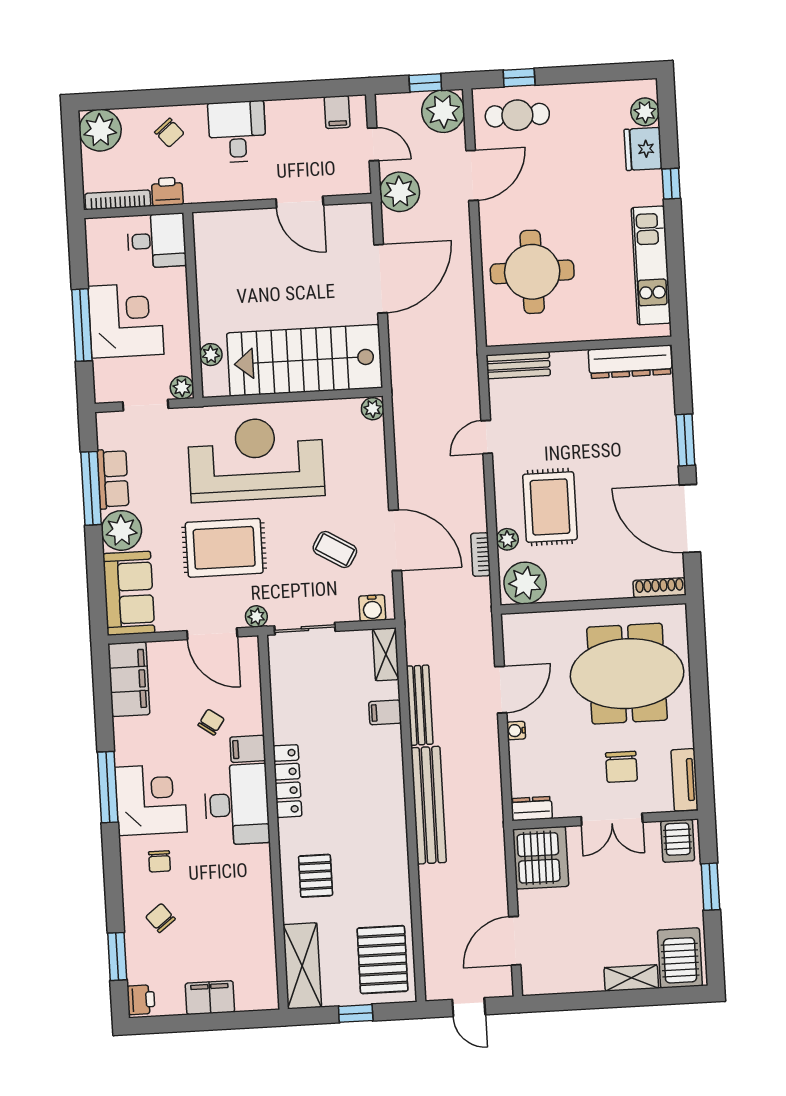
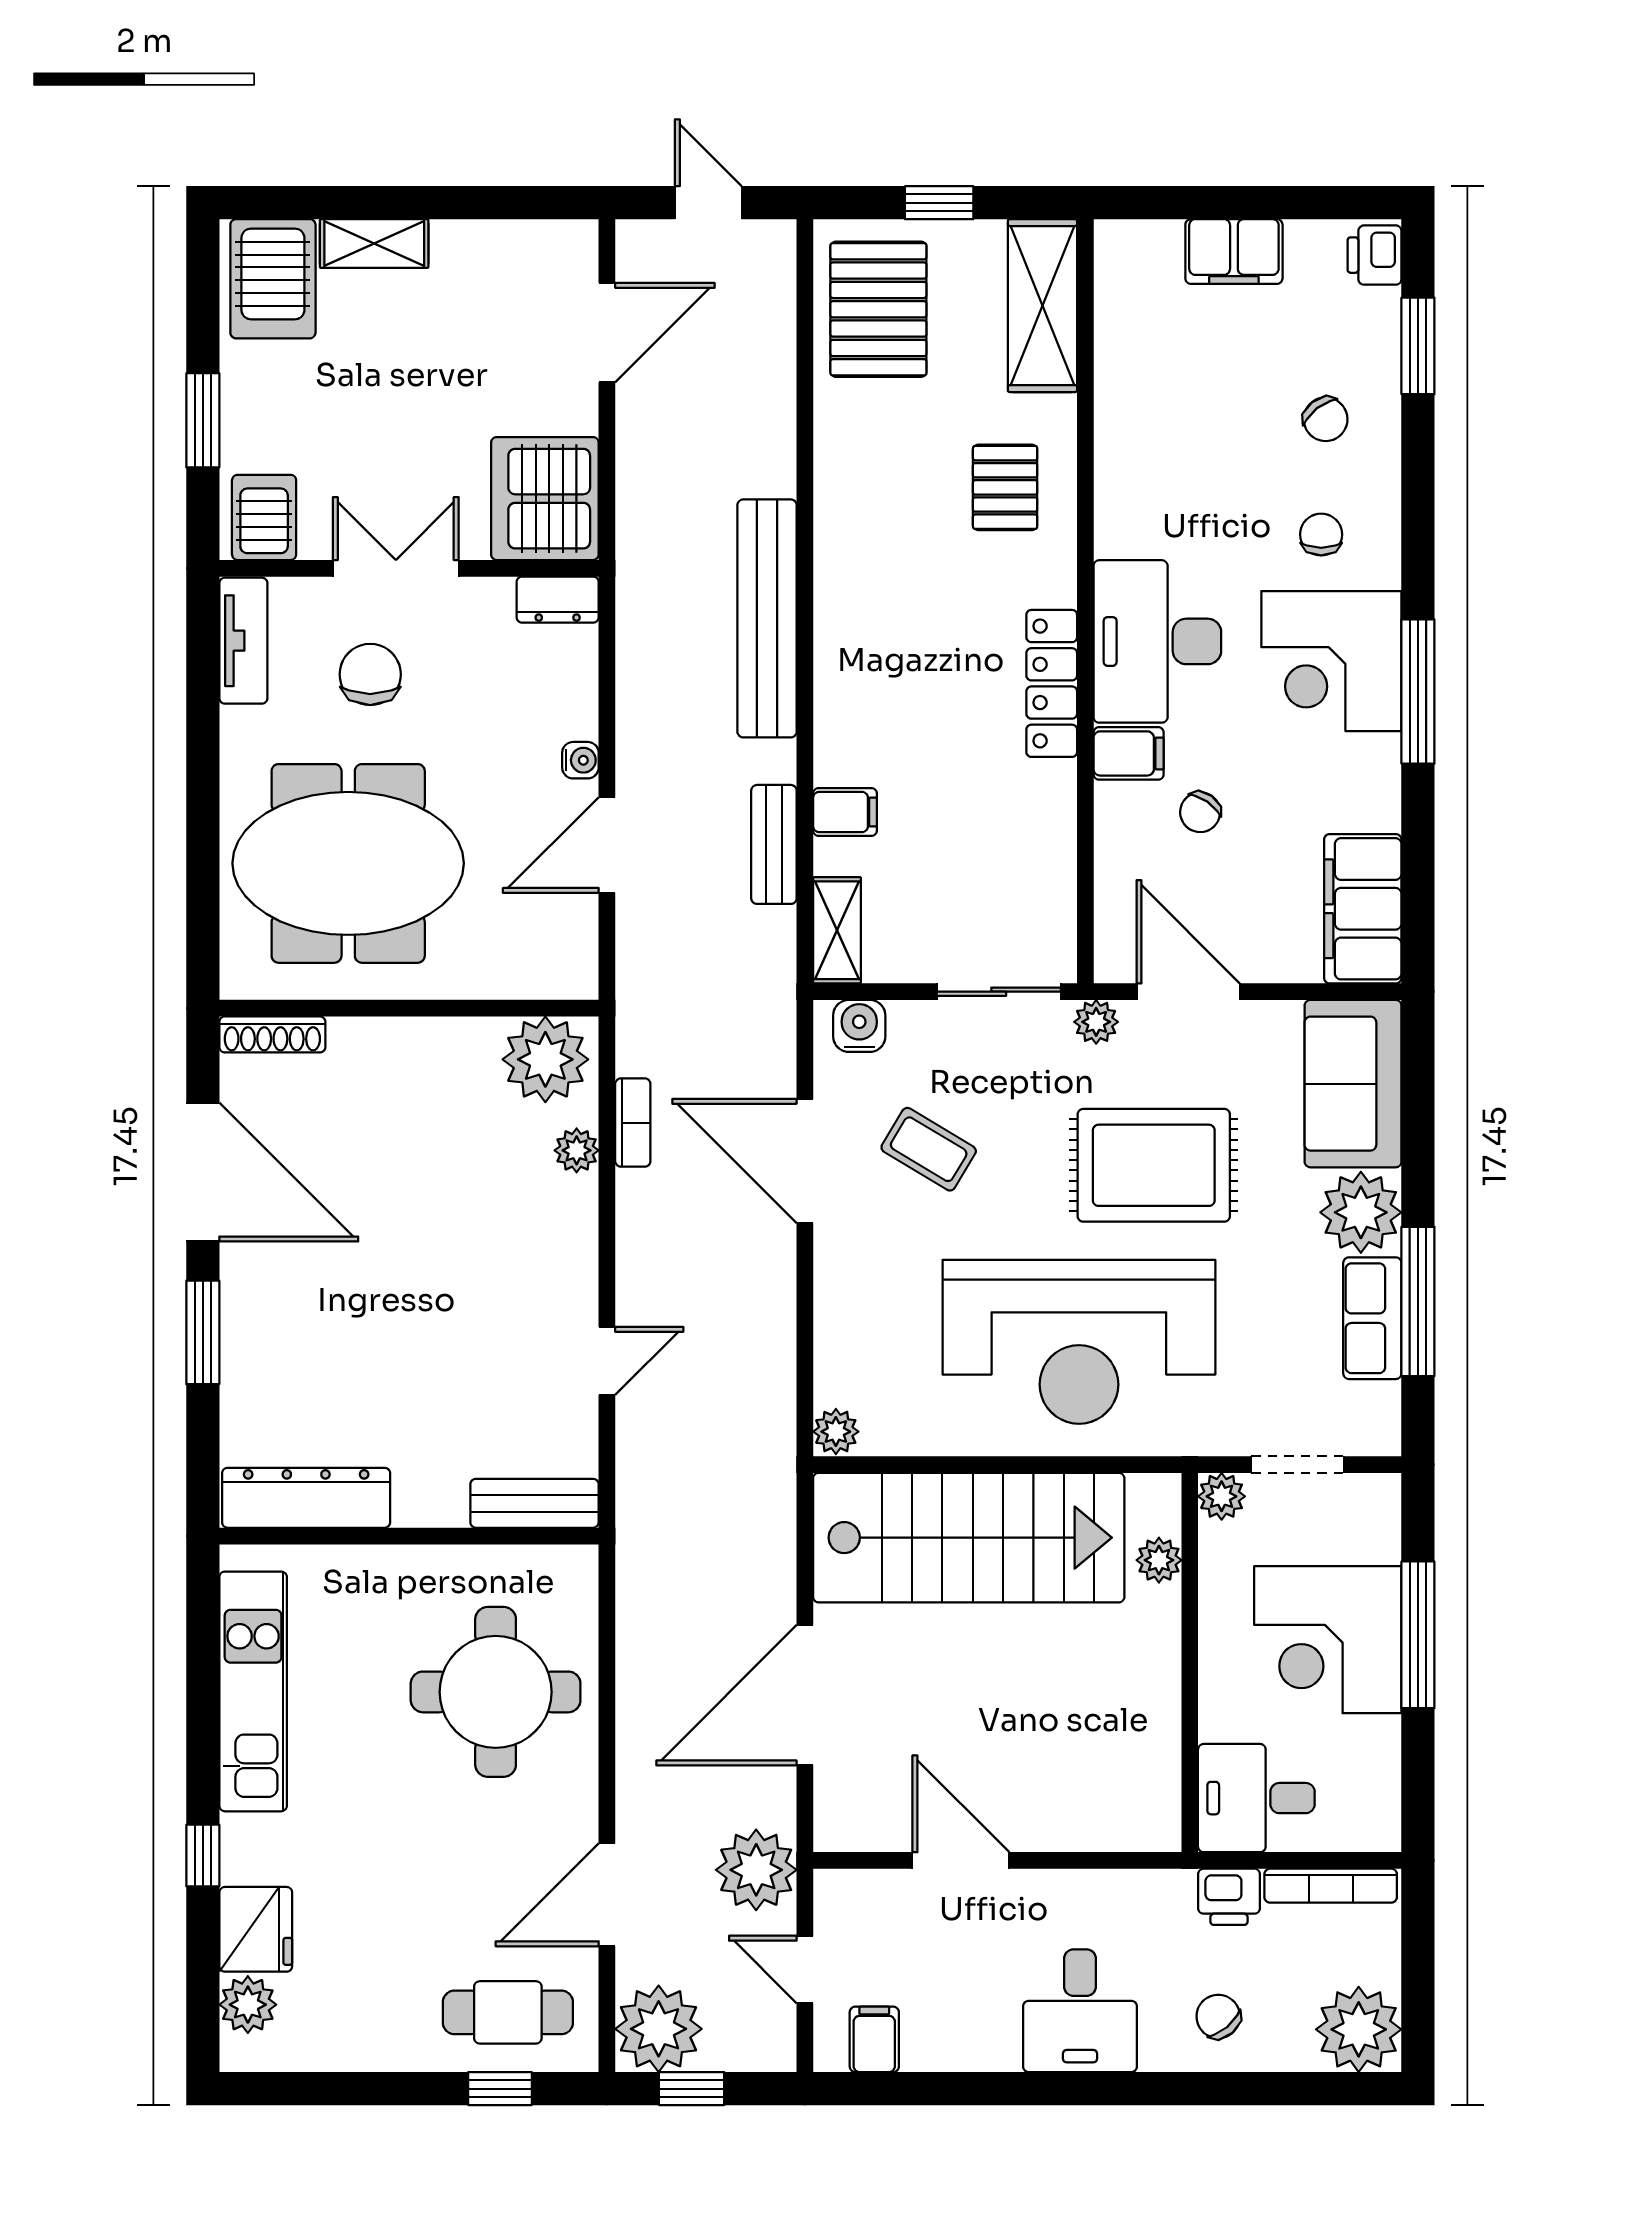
rug: (550, 507) -> (486, 1211), removed
bench: (420, 705) -> (774, 844), width x0.73

